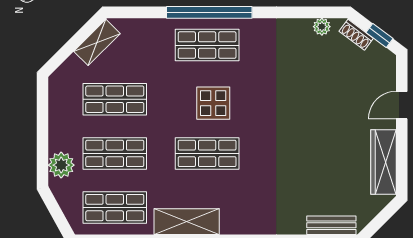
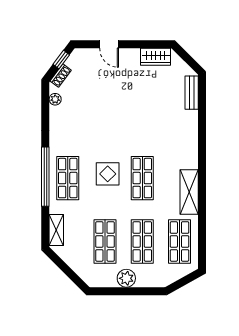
shelving: (97, 42) -> (56, 230), moved, turned 45
wardrobe: (384, 162) -> (156, 57), width x0.67
plant: (61, 165) -> (126, 278), moved

